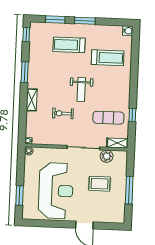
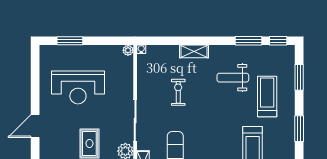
window: (85, 21) -> (299, 129), moved
window: (25, 72) -> (249, 41), moved
weight bench: (81, 89) -> (233, 78), moved
reception desk: (56, 191) -> (78, 87), width x0.74, depth x0.77

